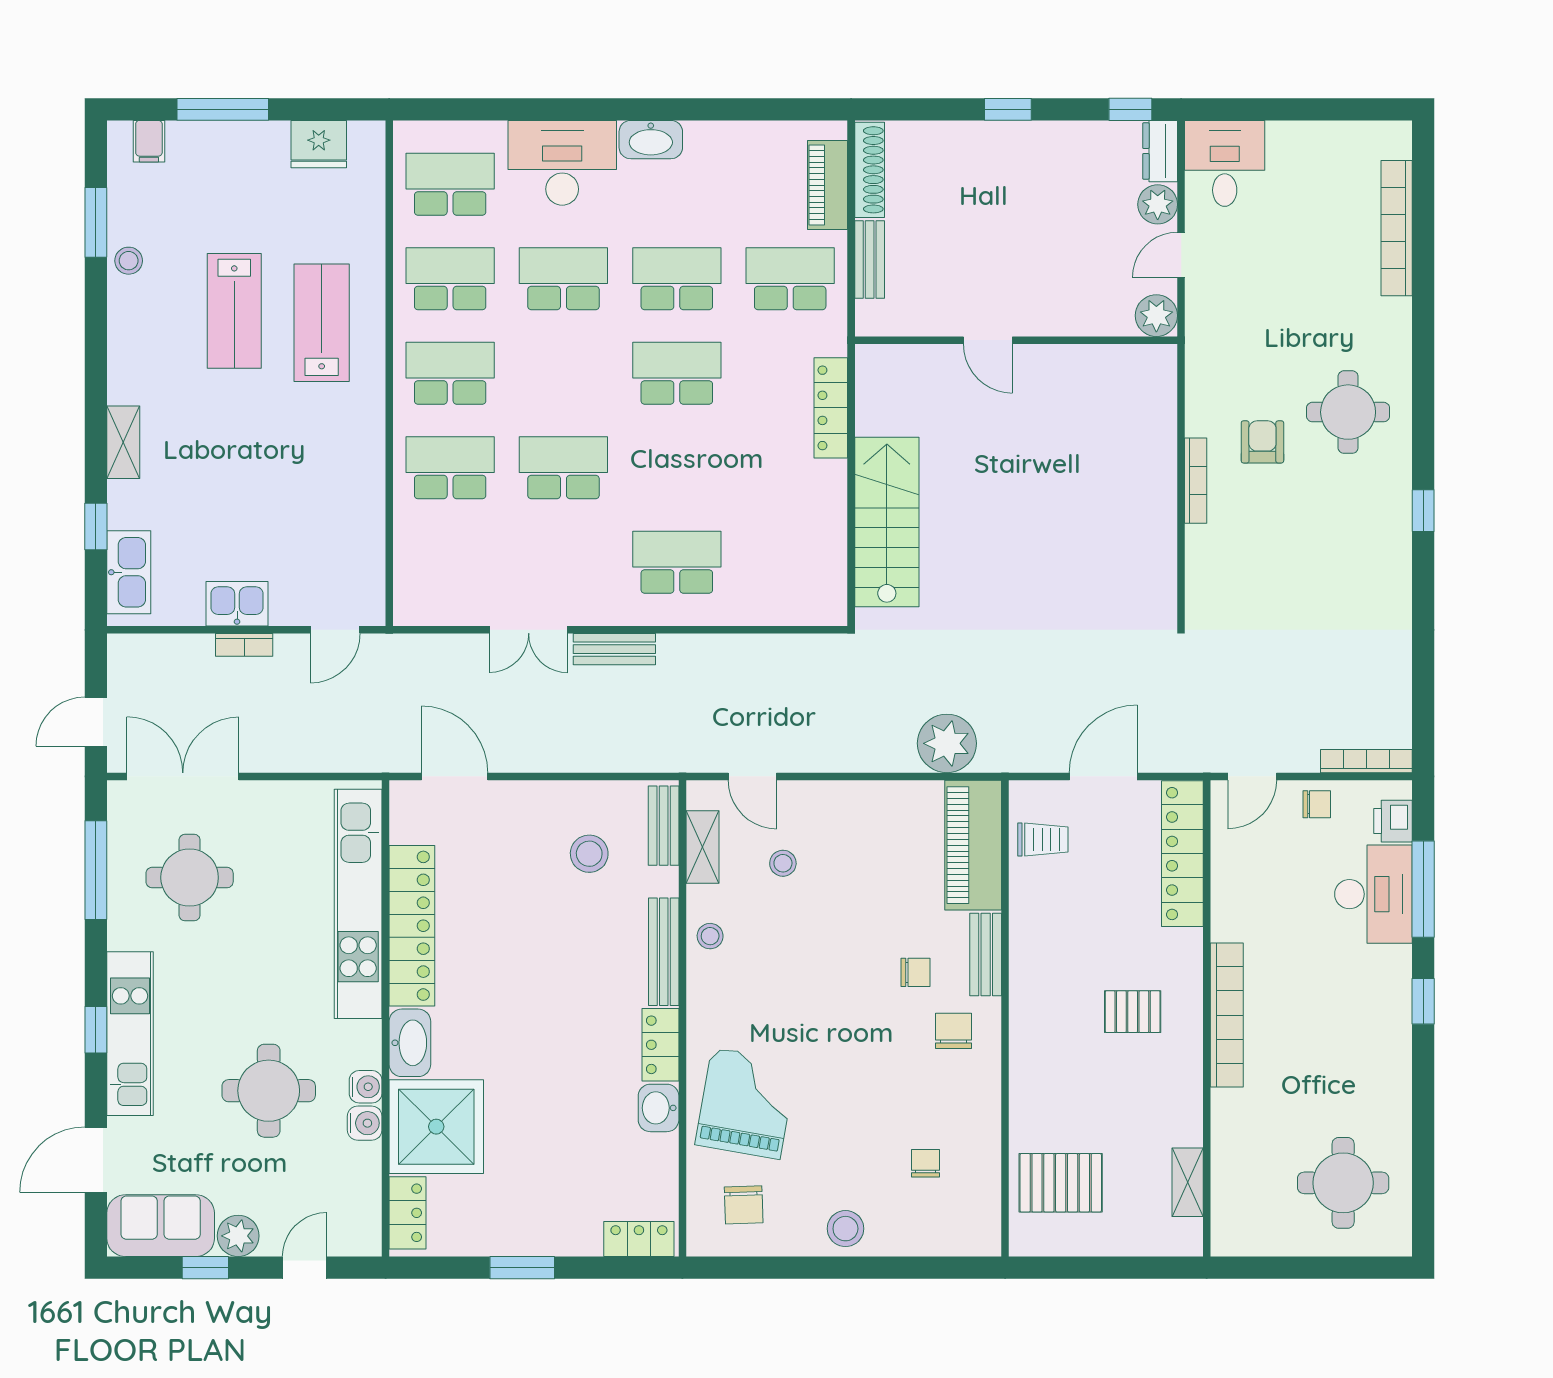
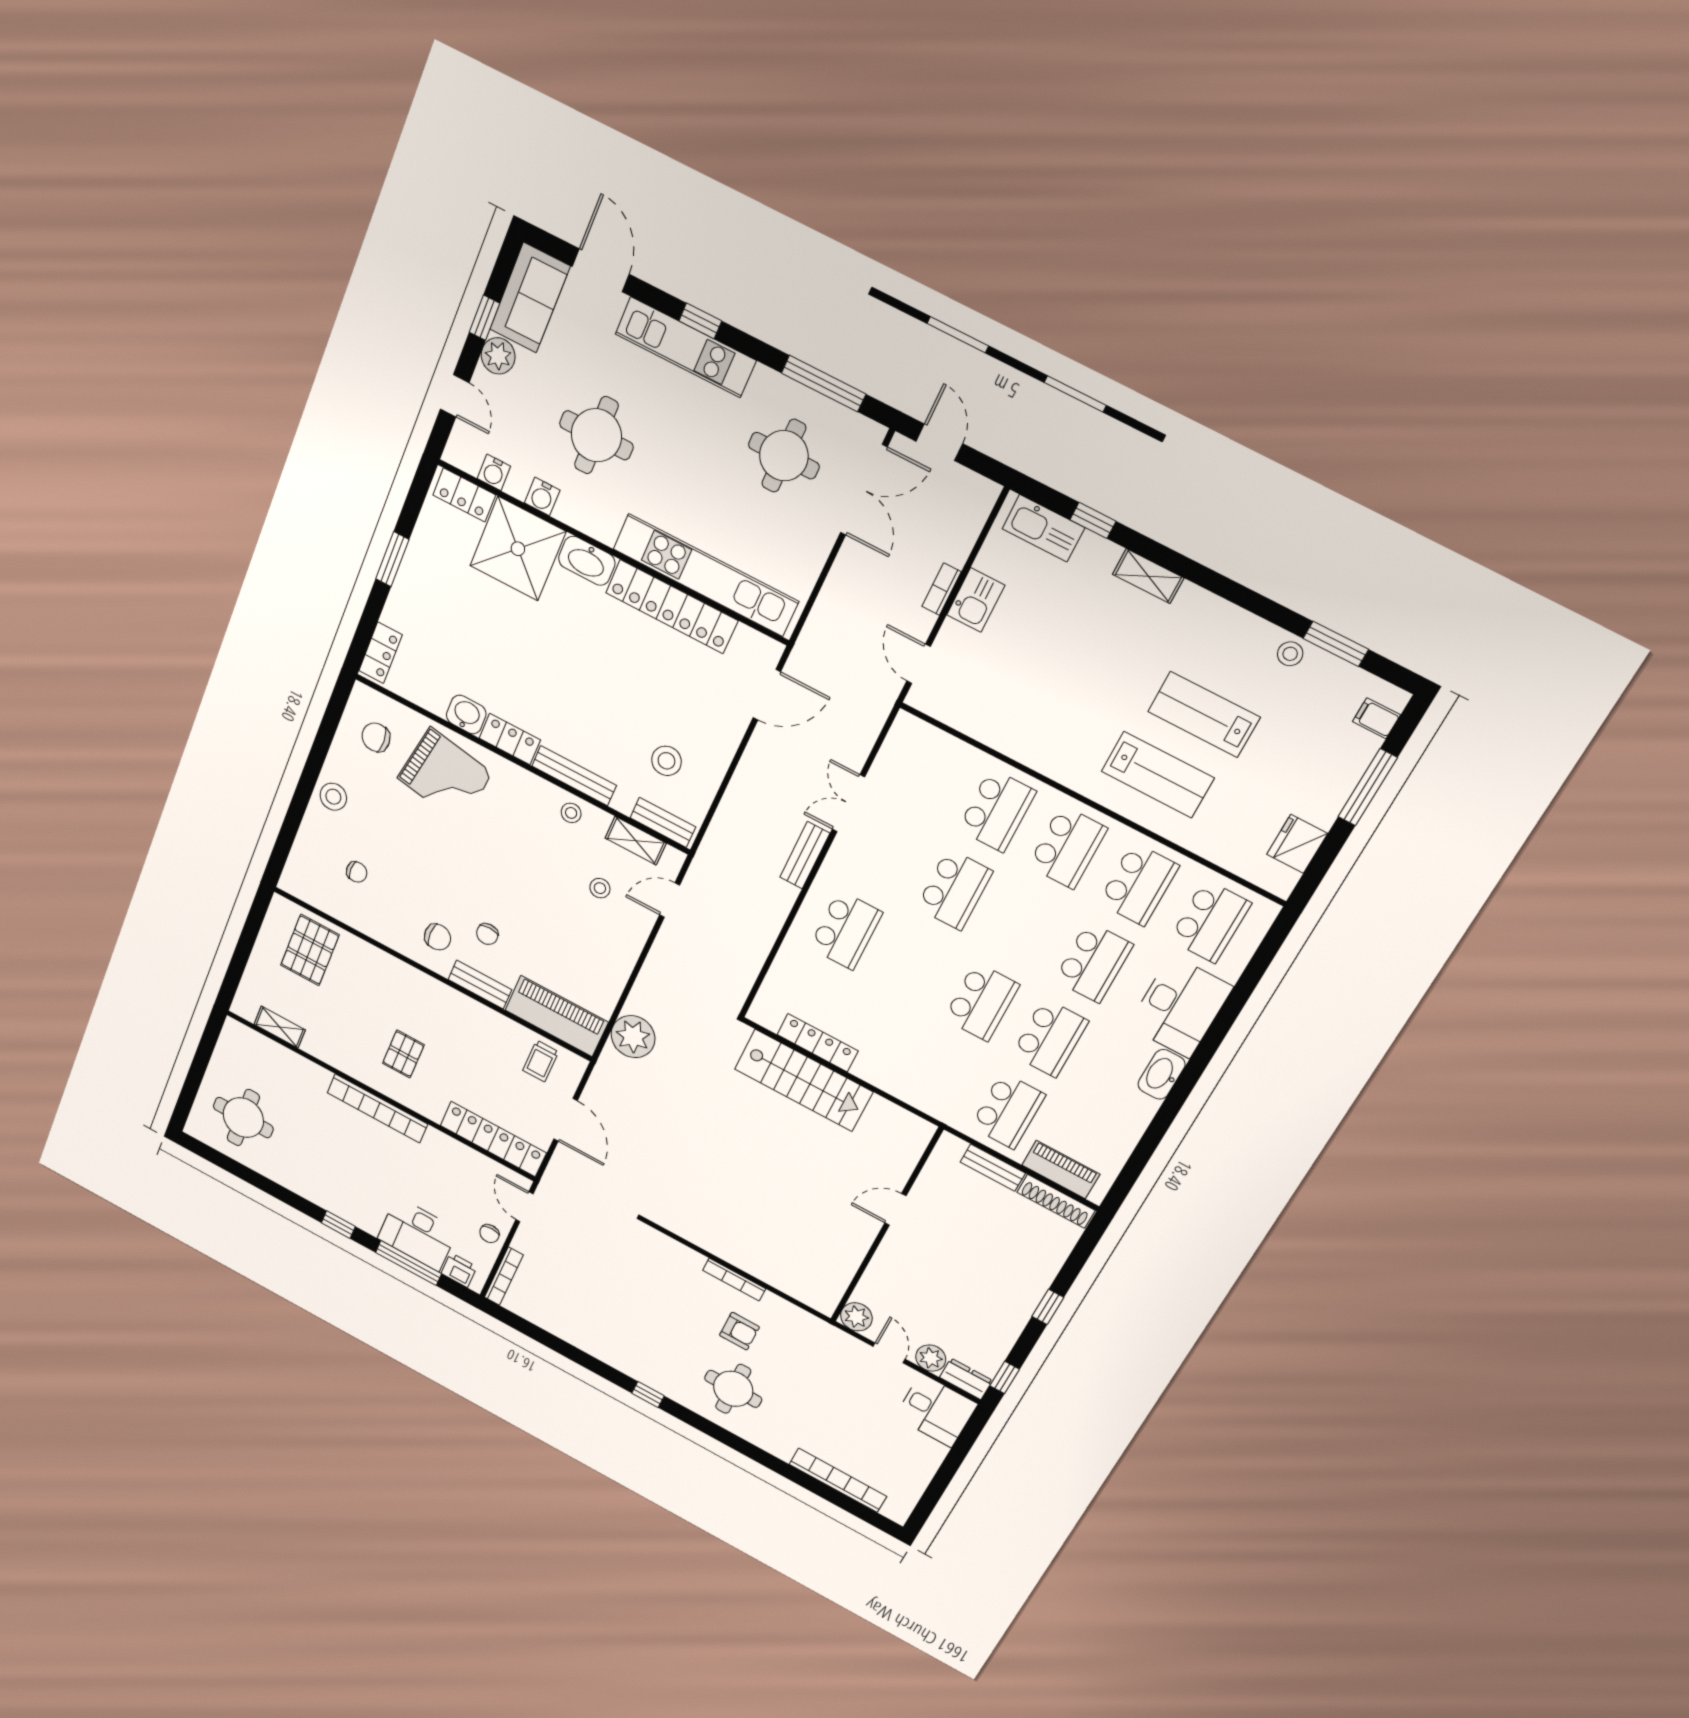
locker: (831, 408) -> (818, 1043), moved
water cooler: (366, 1087) -> (494, 472), moved

